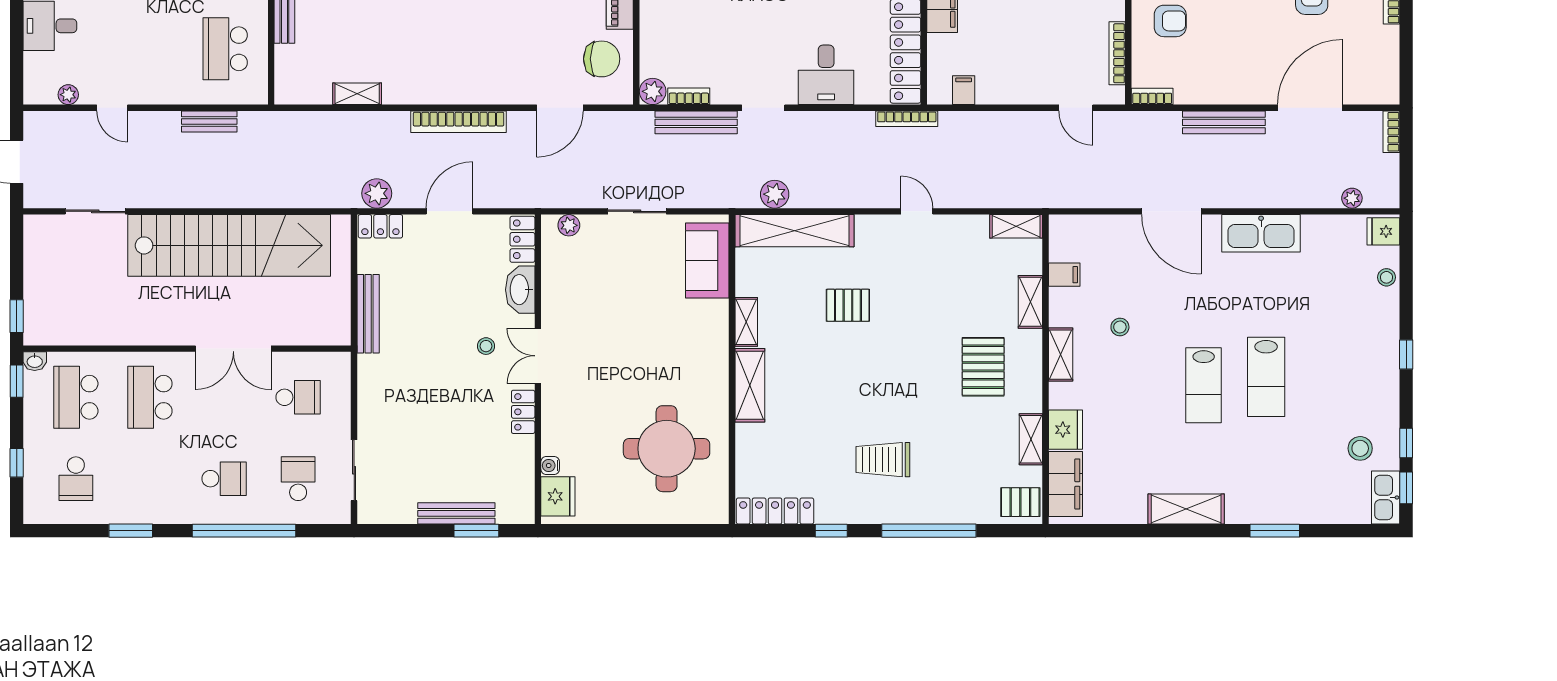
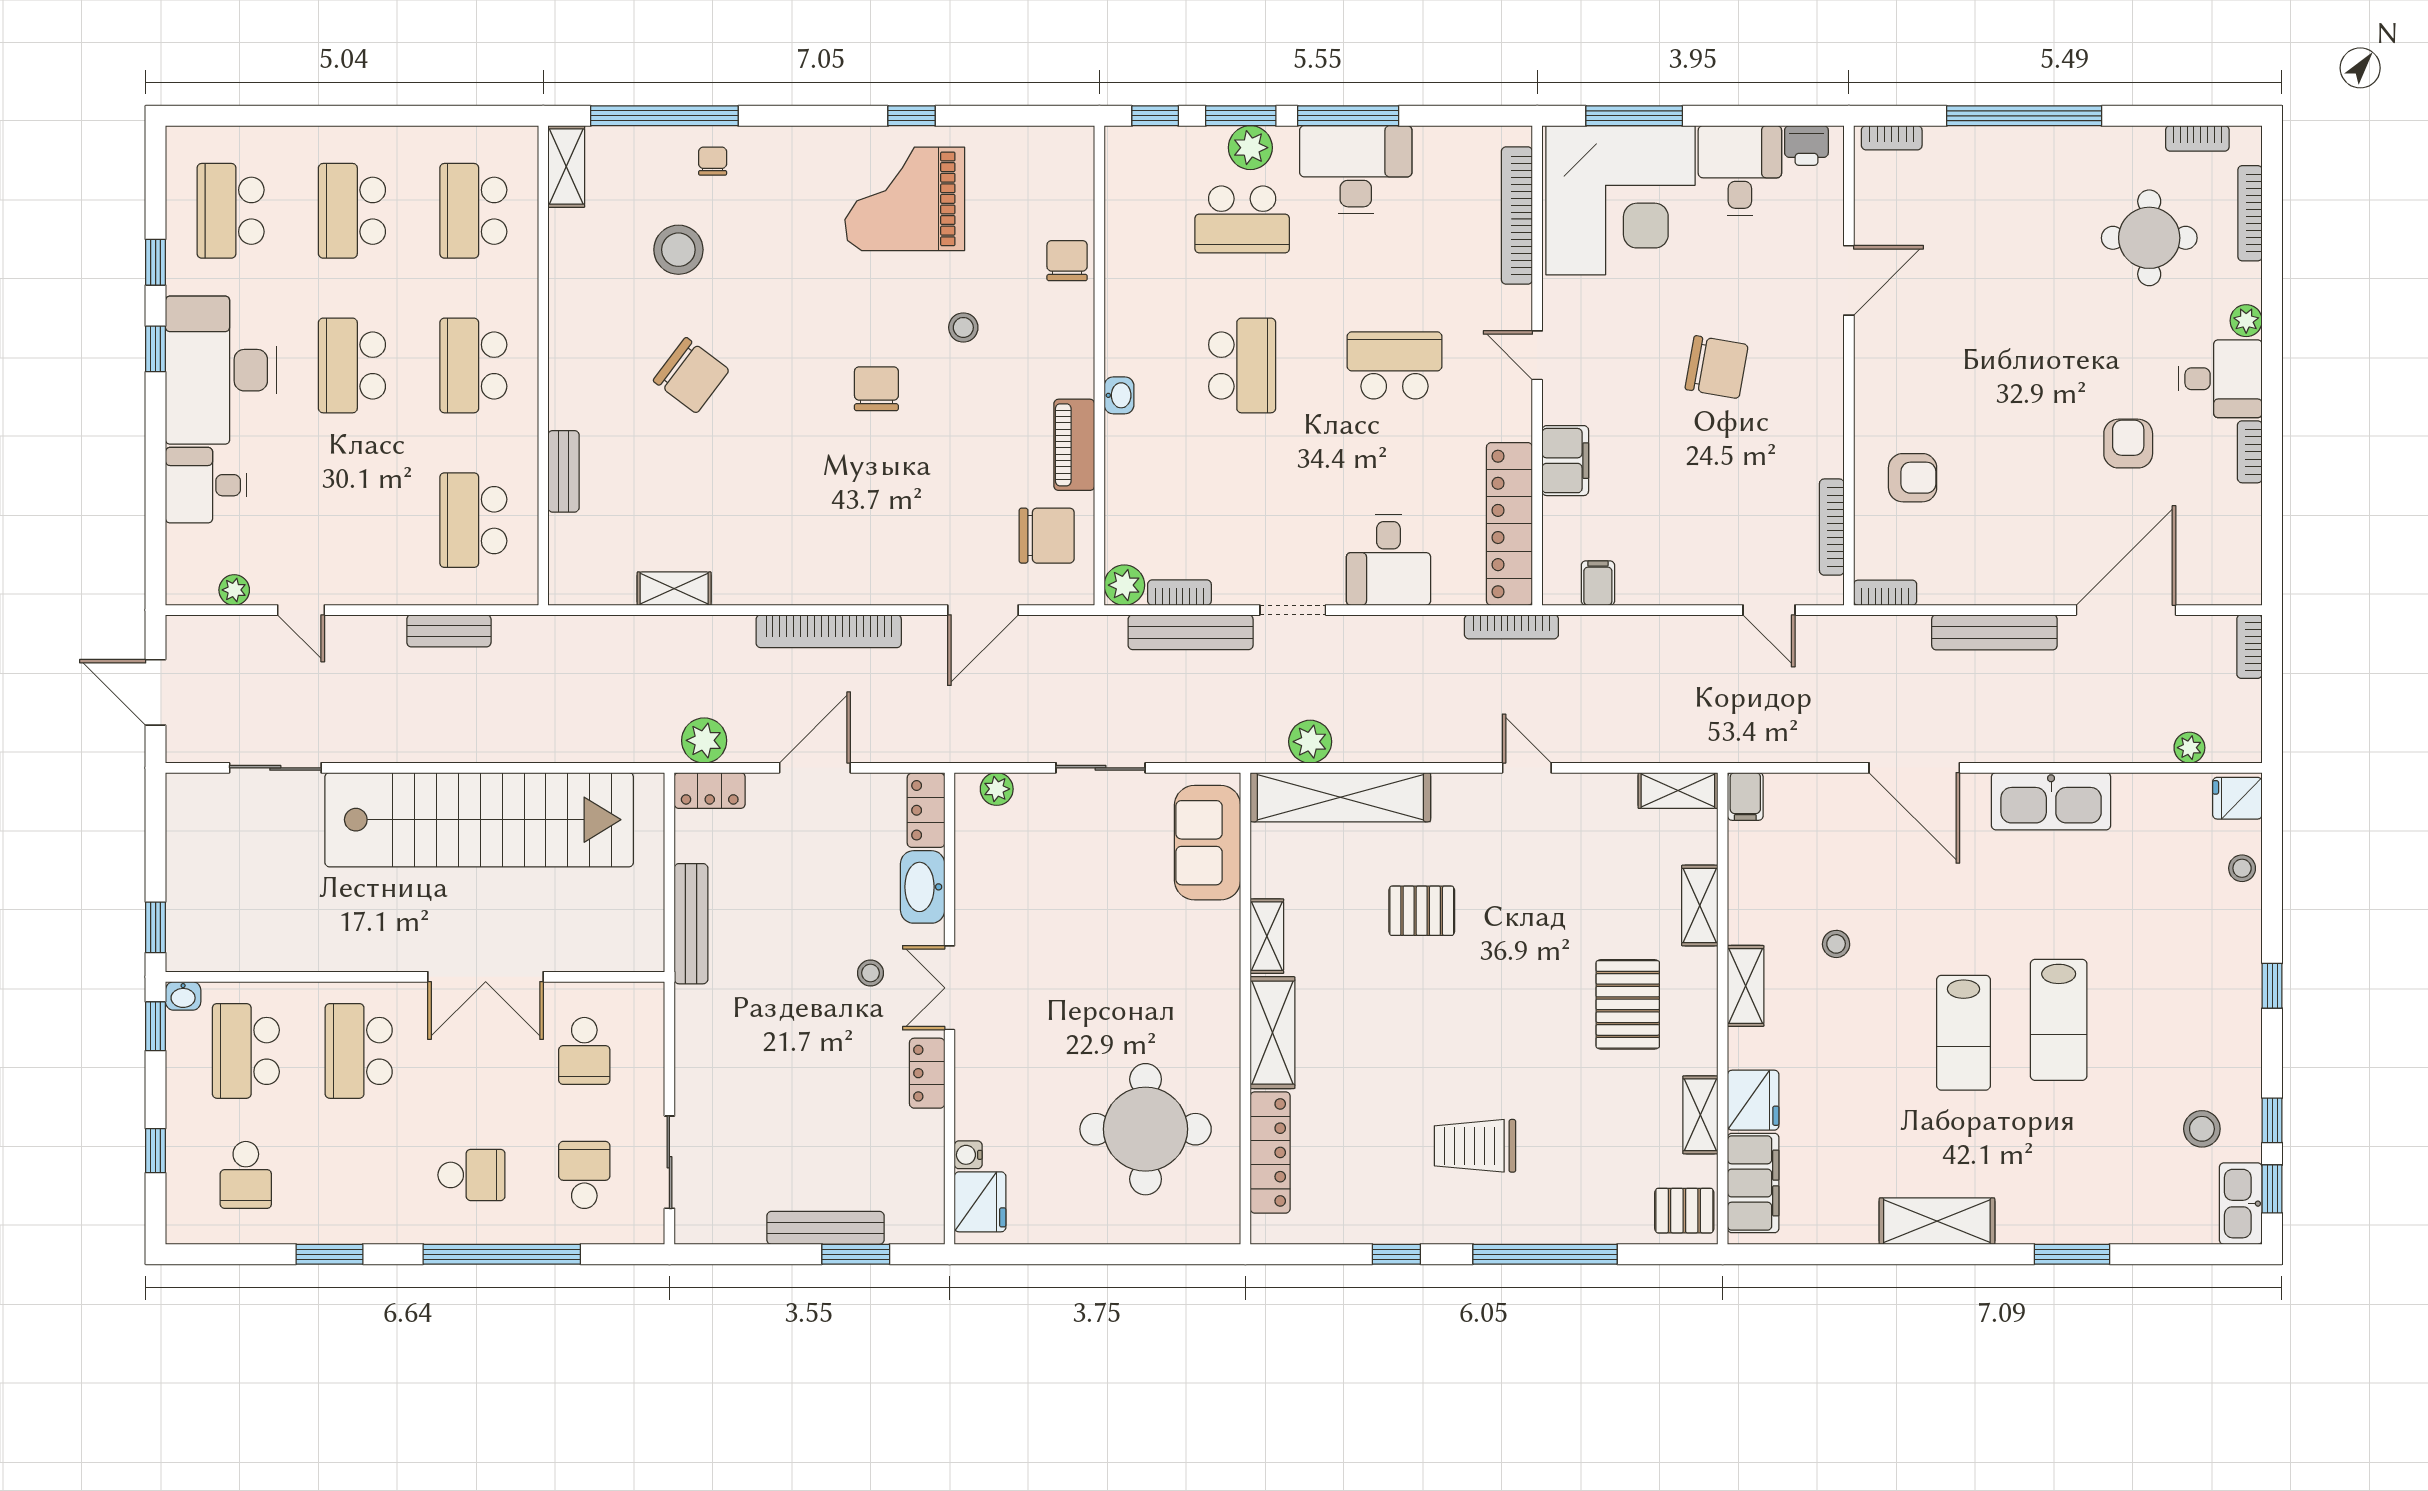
filing cabinet: (1064, 275) -> (1745, 796), moved, turned 90
school desk: (298, 397) -> (584, 1051), turned 90
locker: (775, 511) -> (1270, 1152), moved, turned 90

